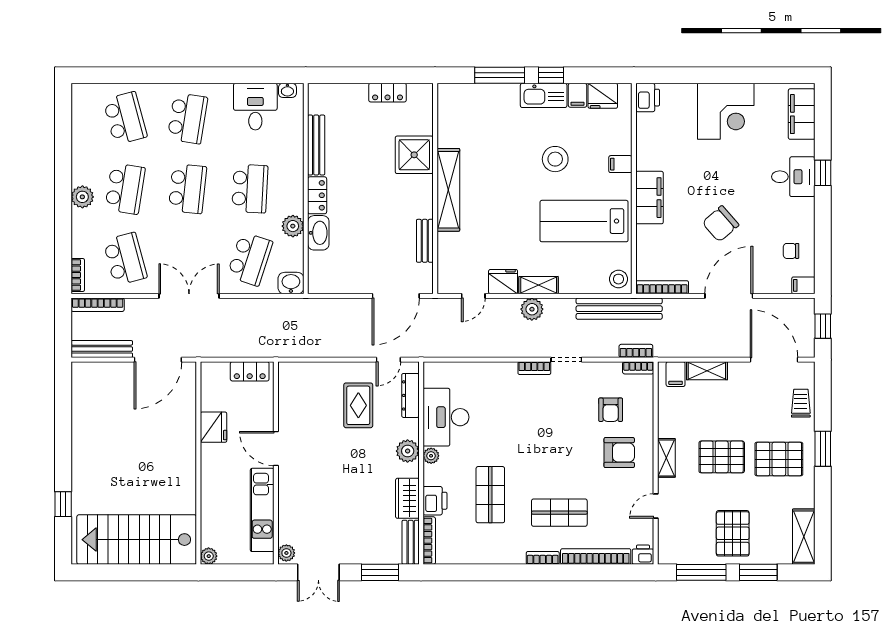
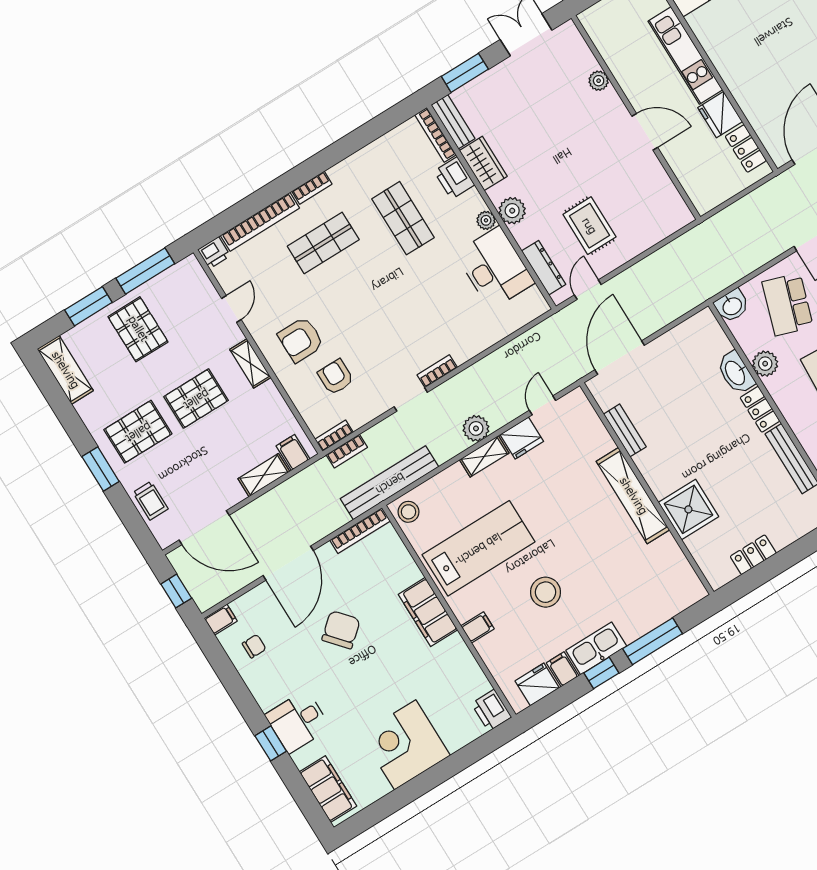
locker: (250, 371) -> (746, 148), moved, turned -90
kitchen unit: (262, 510) -> (685, 55), moved, turned 180
plant: (286, 553) -> (599, 81), moved

